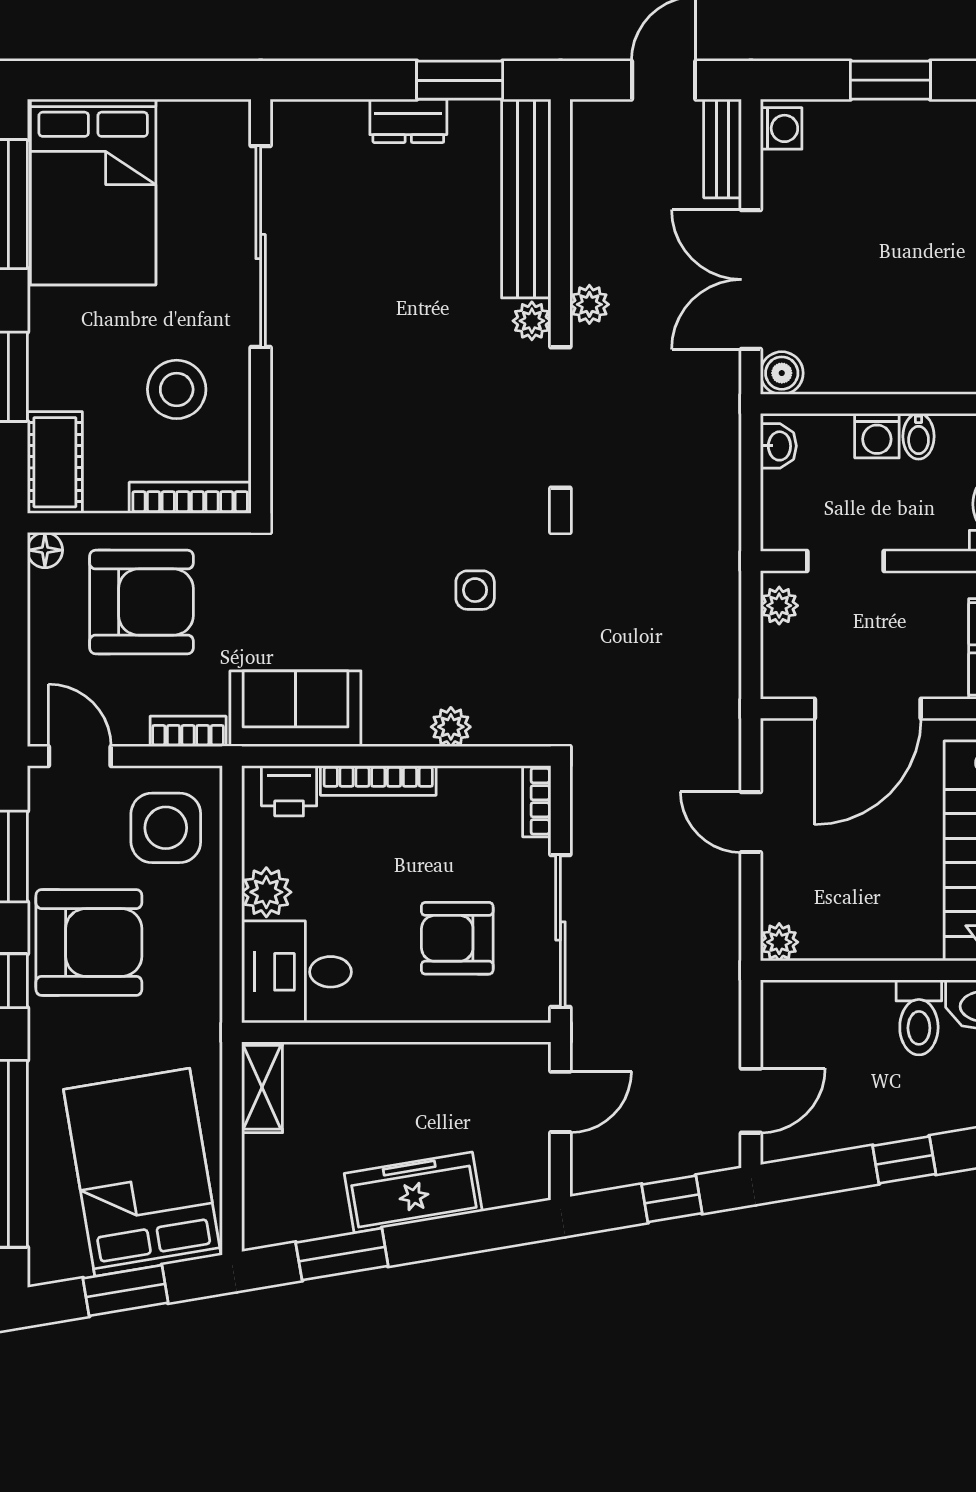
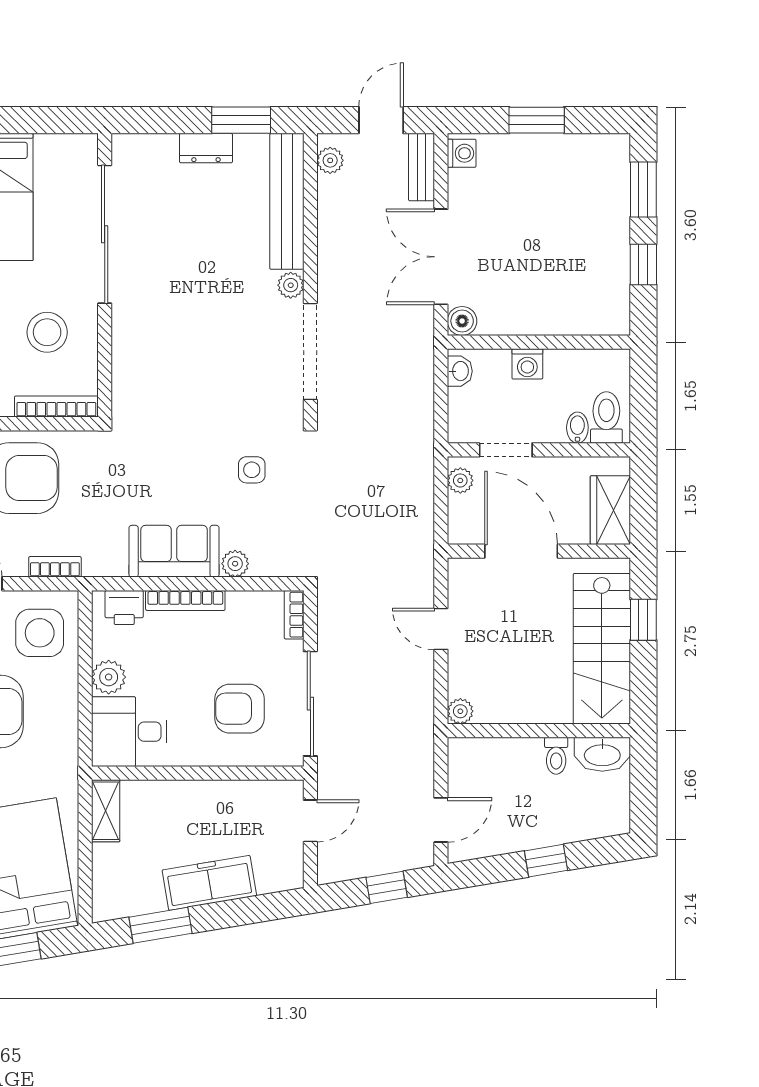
plant: (589, 304) -> (330, 160), moved
bidet: (919, 436) -> (577, 428), moved, turned 180
sofa: (295, 709) -> (174, 551), moved
door: (868, 709) -> (521, 551), swing flipped
toilet: (919, 1017) -> (556, 756), width x0.73, depth x0.72

